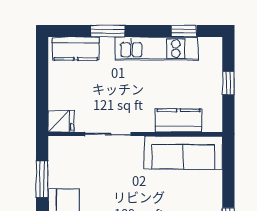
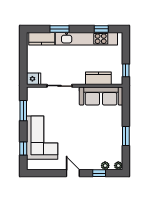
kitchen unit: (157, 49) -> (86, 39), width x1.36
window: (228, 83) -> (126, 70), moved

